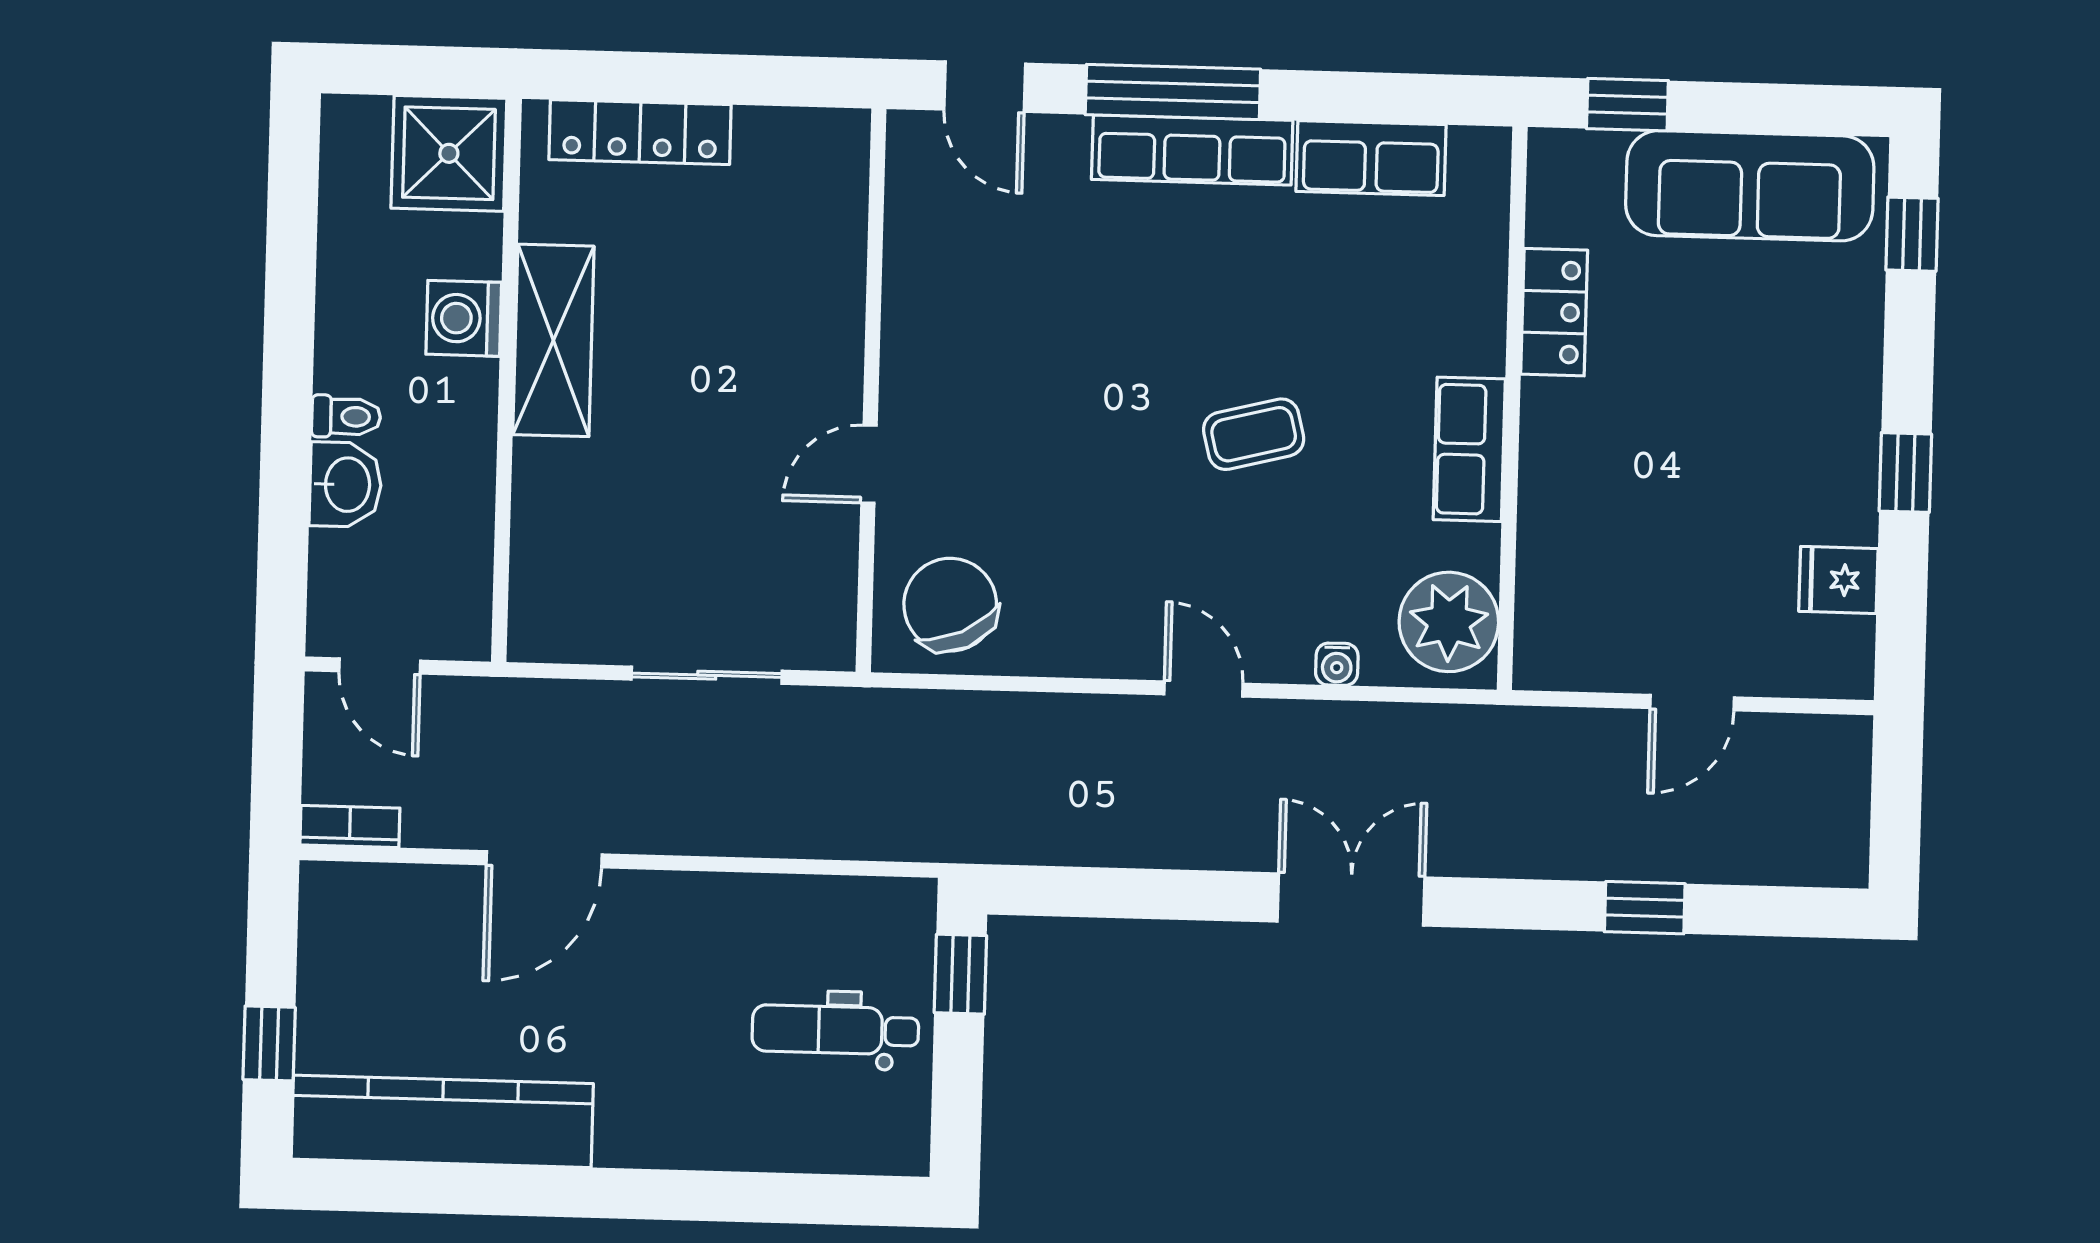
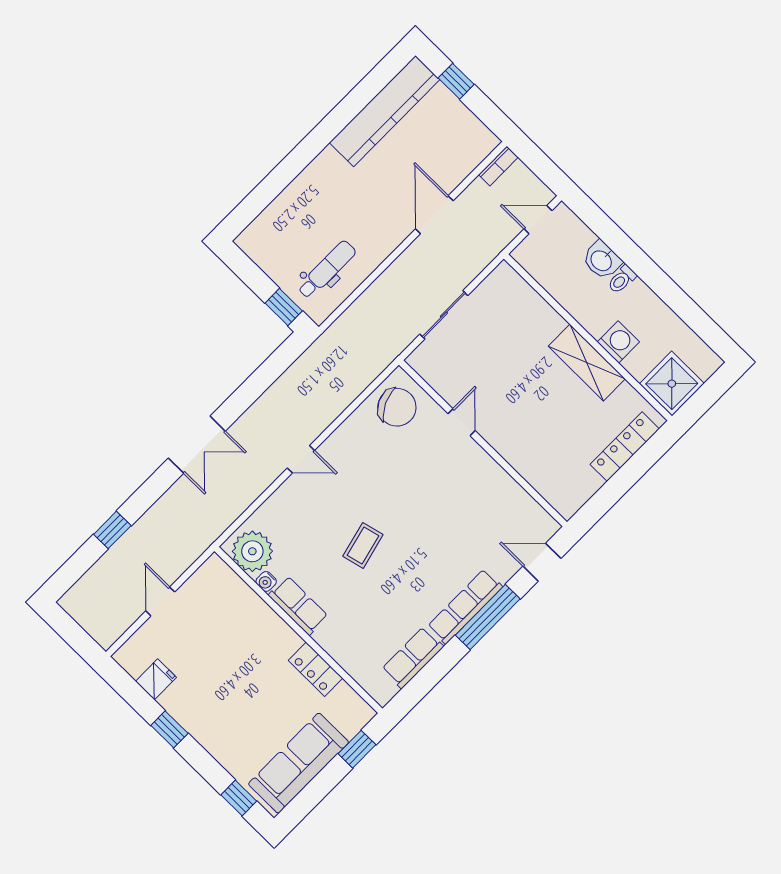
water cooler: (1337, 664) -> (266, 581), moved, turned -90
dental chair: (835, 1030) -> (327, 270), moved

